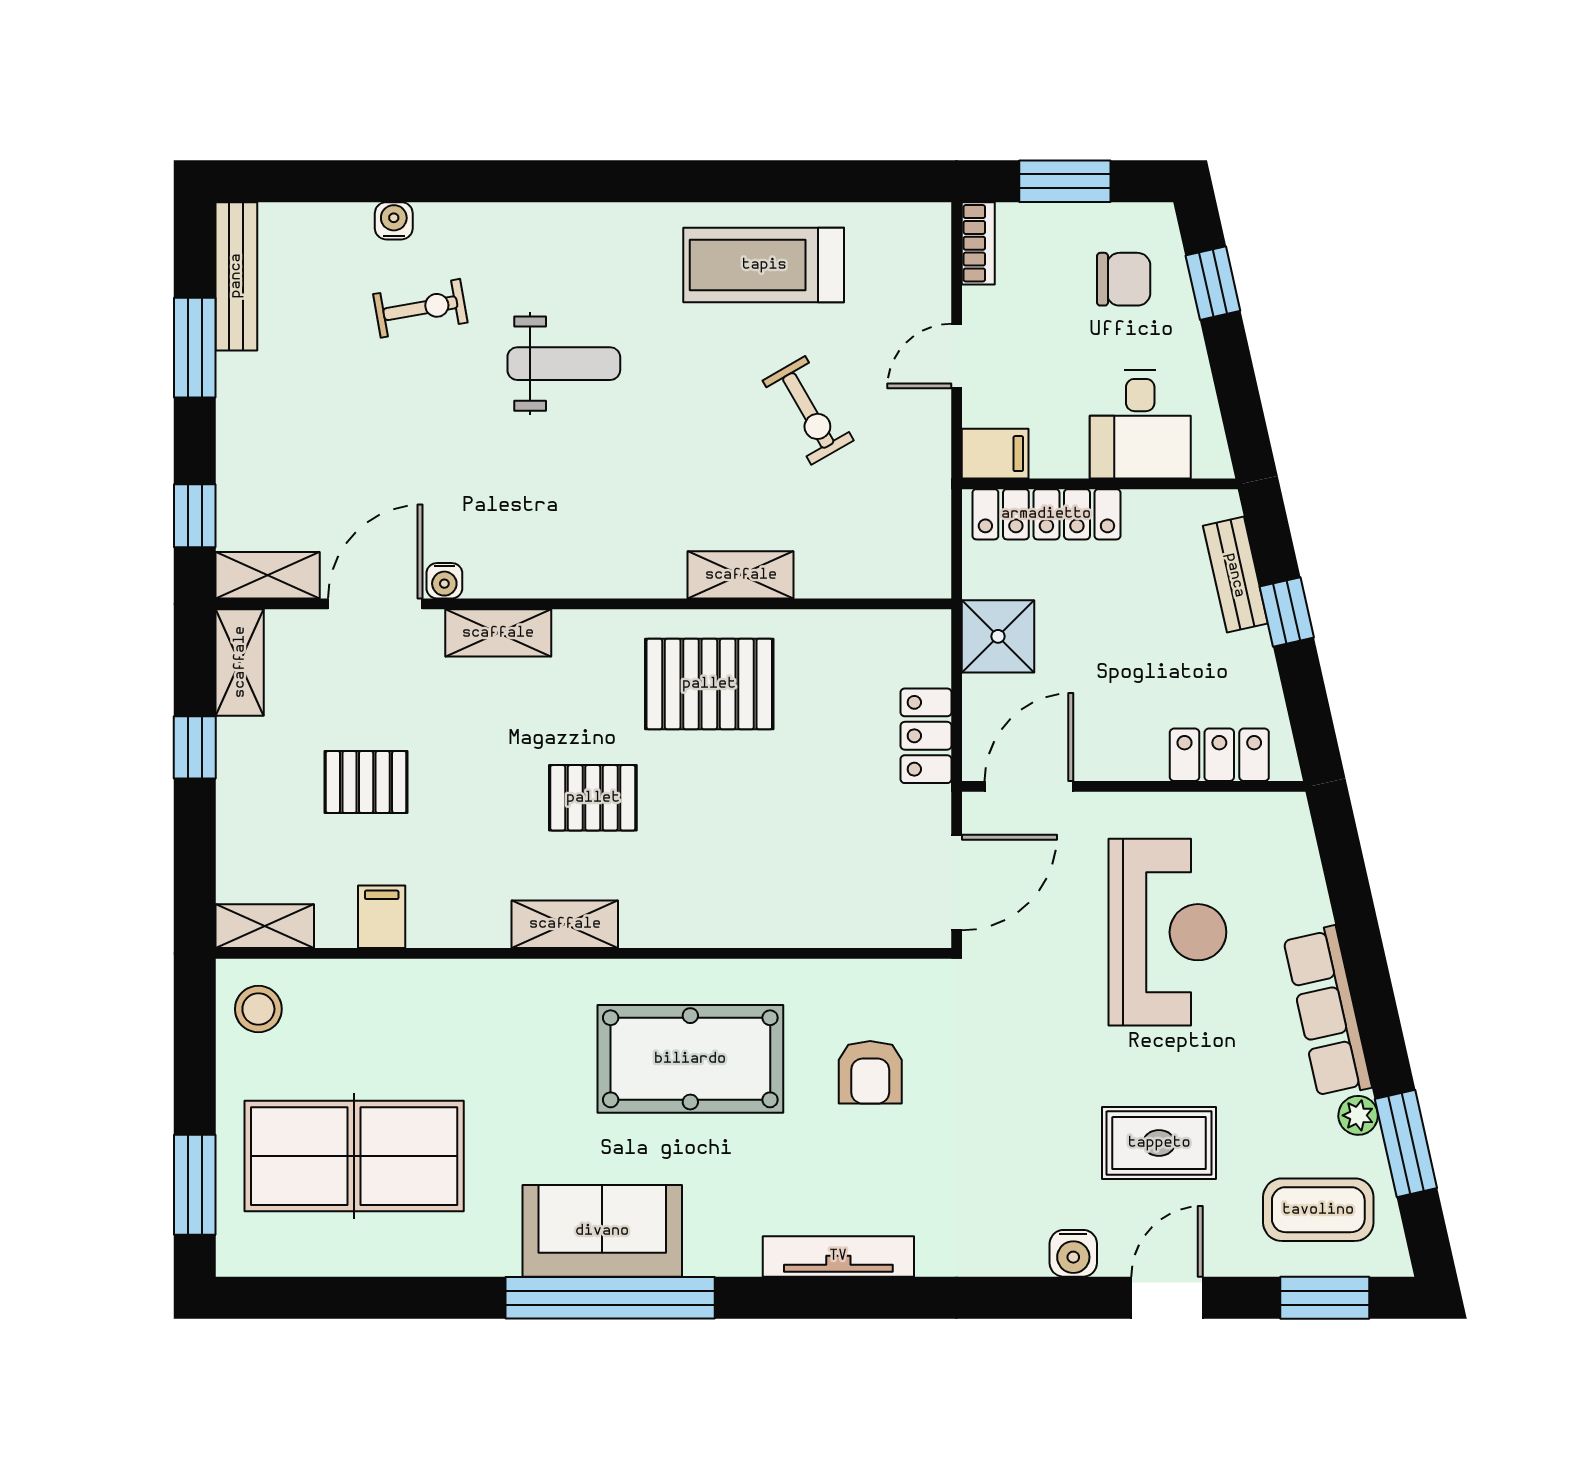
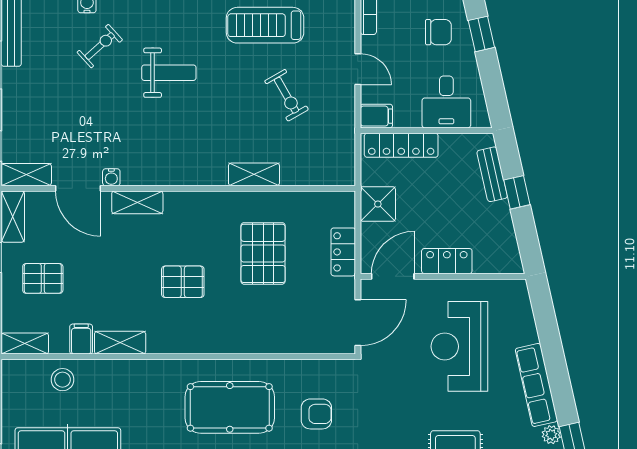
exercise bike: (420, 308) -> (100, 46), turned -32
door: (957, 356) -> (358, 69), swing flipped
door: (375, 604) -> (78, 188), swing flipped
pallet: (709, 684) -> (263, 253), moved, turned 90
locker: (1219, 755) -> (447, 261), moved
pallet: (366, 782) -> (43, 278), moved
shelving: (565, 924) -> (120, 343), moved
reception desk: (1167, 932) -> (459, 346), turned 180
stool: (258, 1009) -> (63, 380), moved
armchair: (870, 1072) -> (316, 414), turned -90

